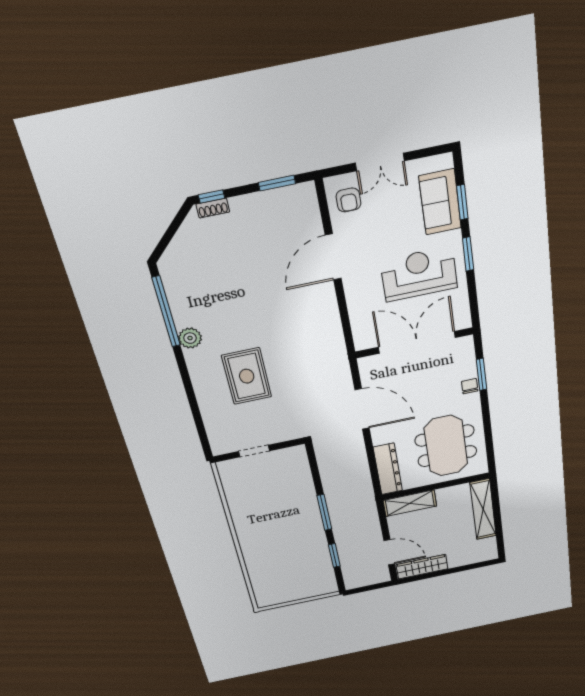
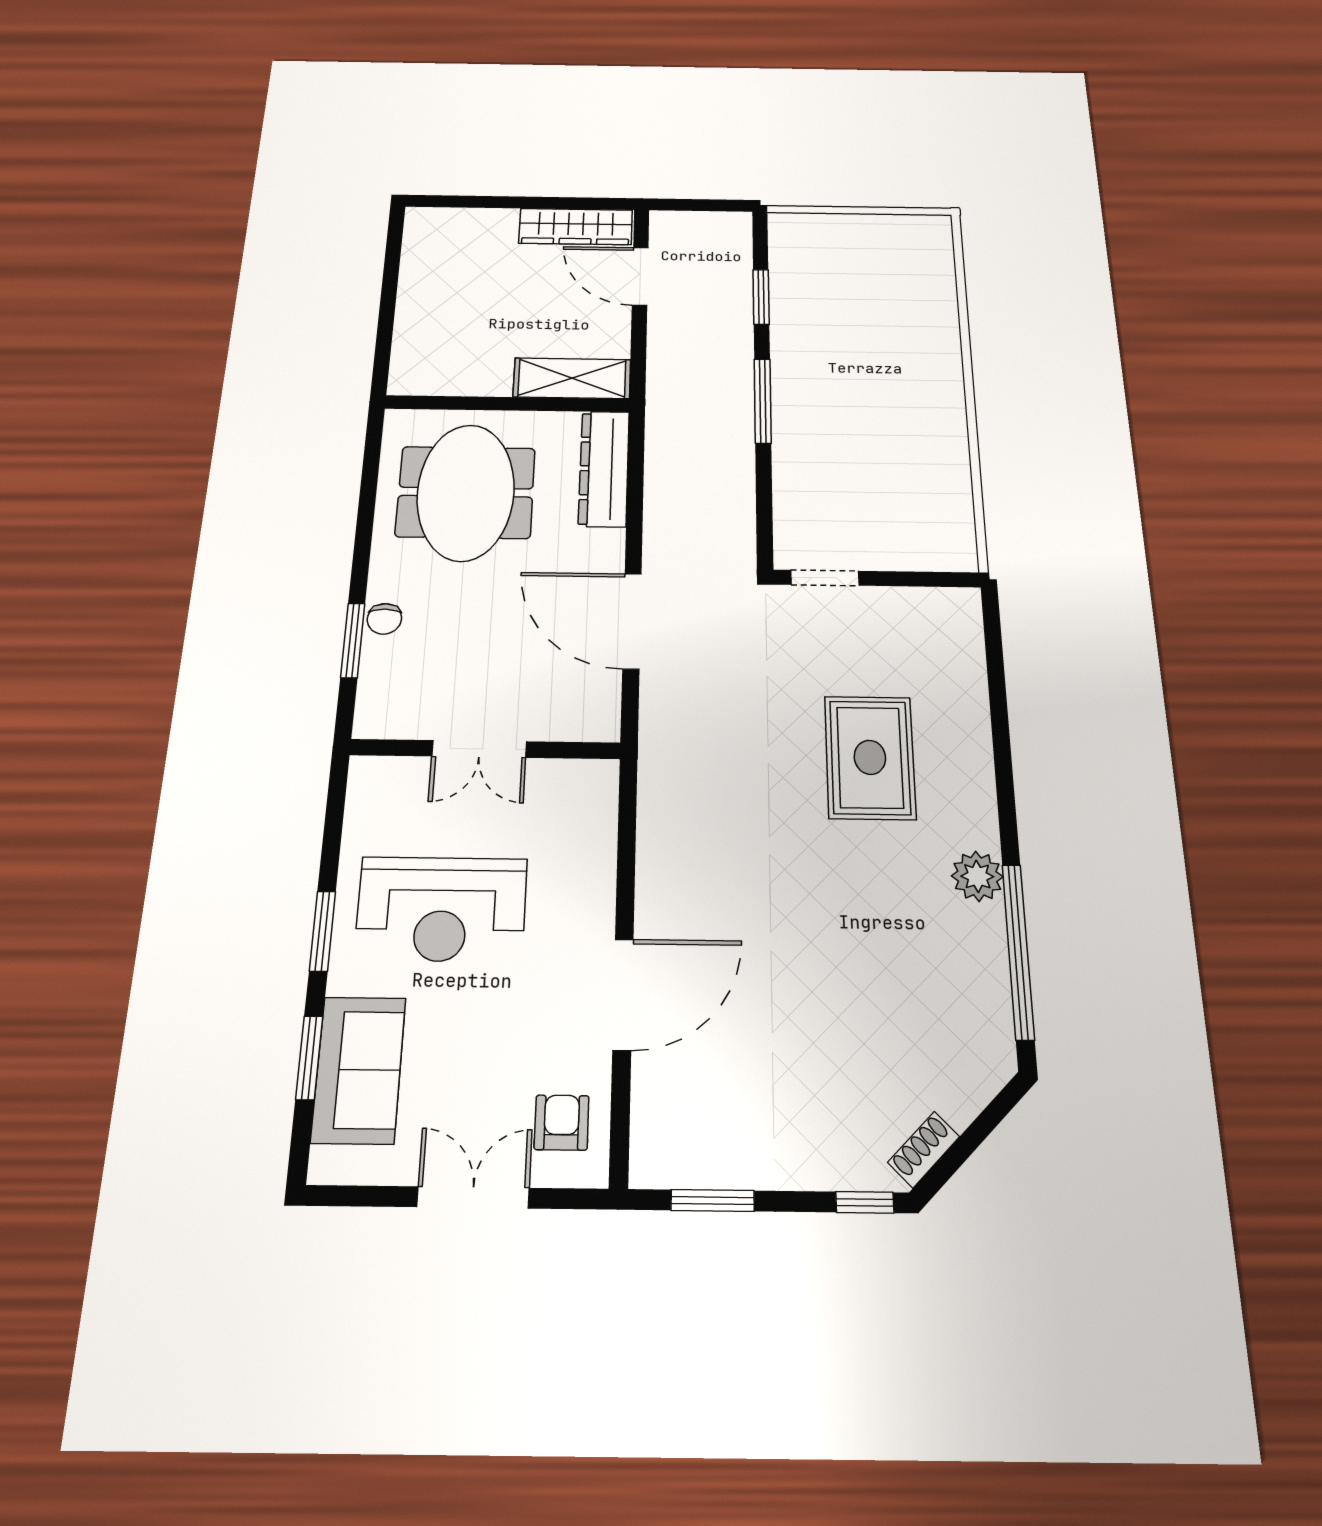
shoe rack: (213, 208) -> (924, 1149), moved, turned -45
double door: (417, 342) -> (479, 749), width x0.54
doorway: (254, 451) -> (825, 578), moved
shelving: (483, 509) -> (415, 327), removed

